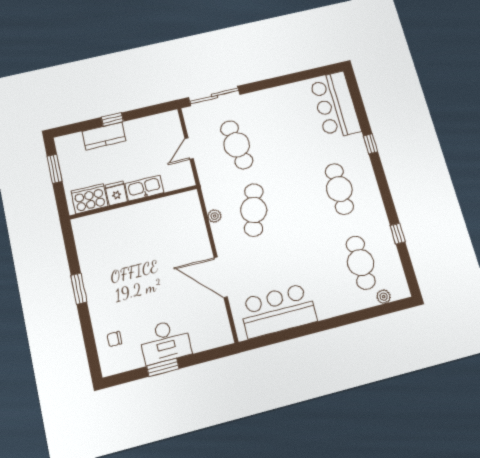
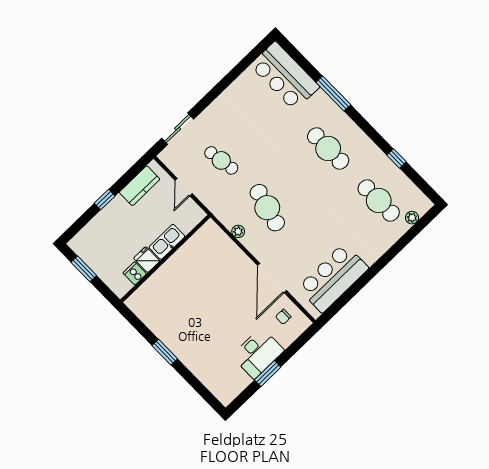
sliding door: (214, 96) -> (178, 129), width x0.73
kitchen counter: (104, 136) -> (140, 186), moved
window: (371, 144) -> (333, 93), width x2.17
cafe table: (237, 145) -> (221, 160), width x0.73, depth x0.74
cooker: (90, 199) -> (135, 273), width x0.53, depth x0.76
door: (221, 277) -> (272, 278), hinge flipped
chair: (114, 339) -> (283, 317), moved

